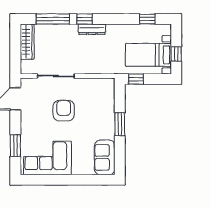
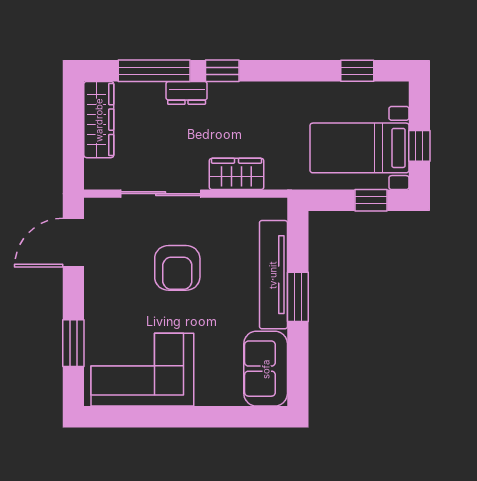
dresser: (92, 29) -> (187, 93), moved, width x0.70
wardrobe: (91, 67) -> (237, 174), added
window: (136, 79) -> (371, 200), moved
armchair: (64, 111) -> (177, 268), turned 180
tv unit: (108, 114) -> (273, 275), added

